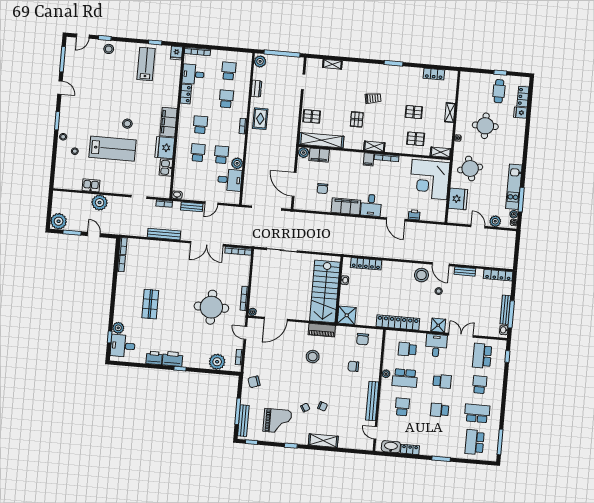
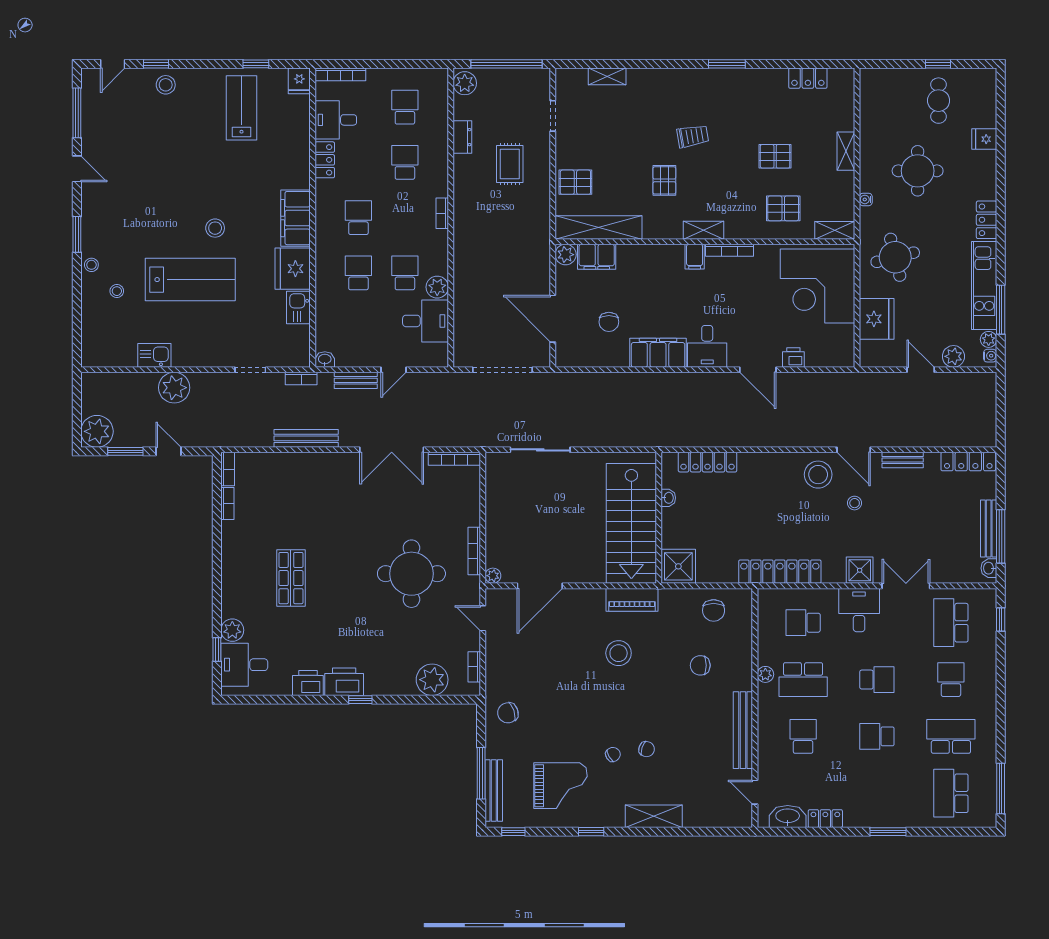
locker: (523, 97) -> (987, 220), moved
rug: (260, 119) -> (510, 164), moved

